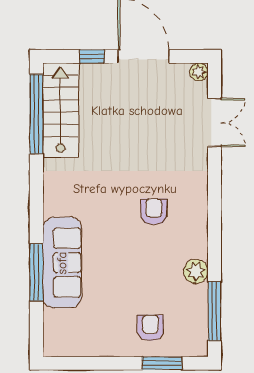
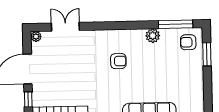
armchair: (154, 212) -> (118, 61), turned 180
armchair: (150, 328) -> (188, 42), moved

